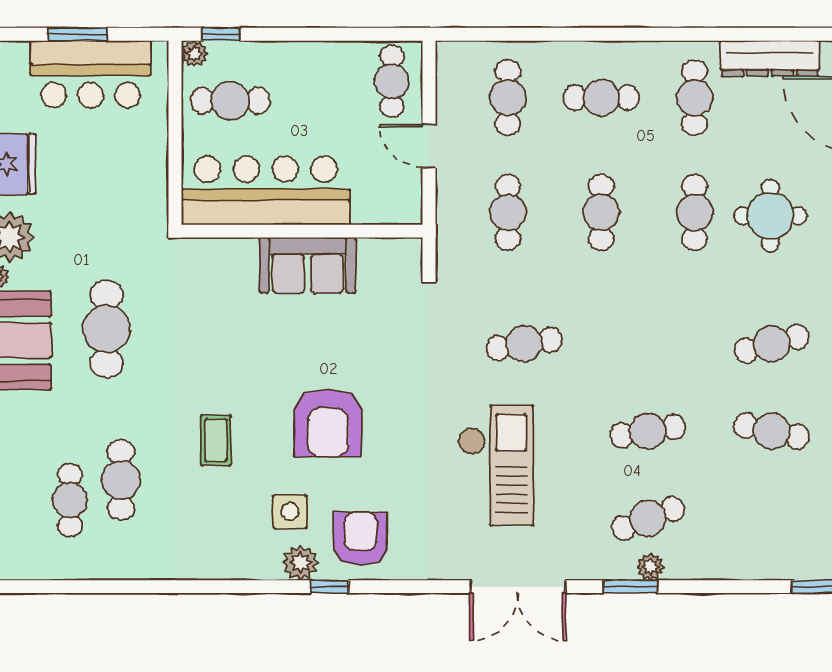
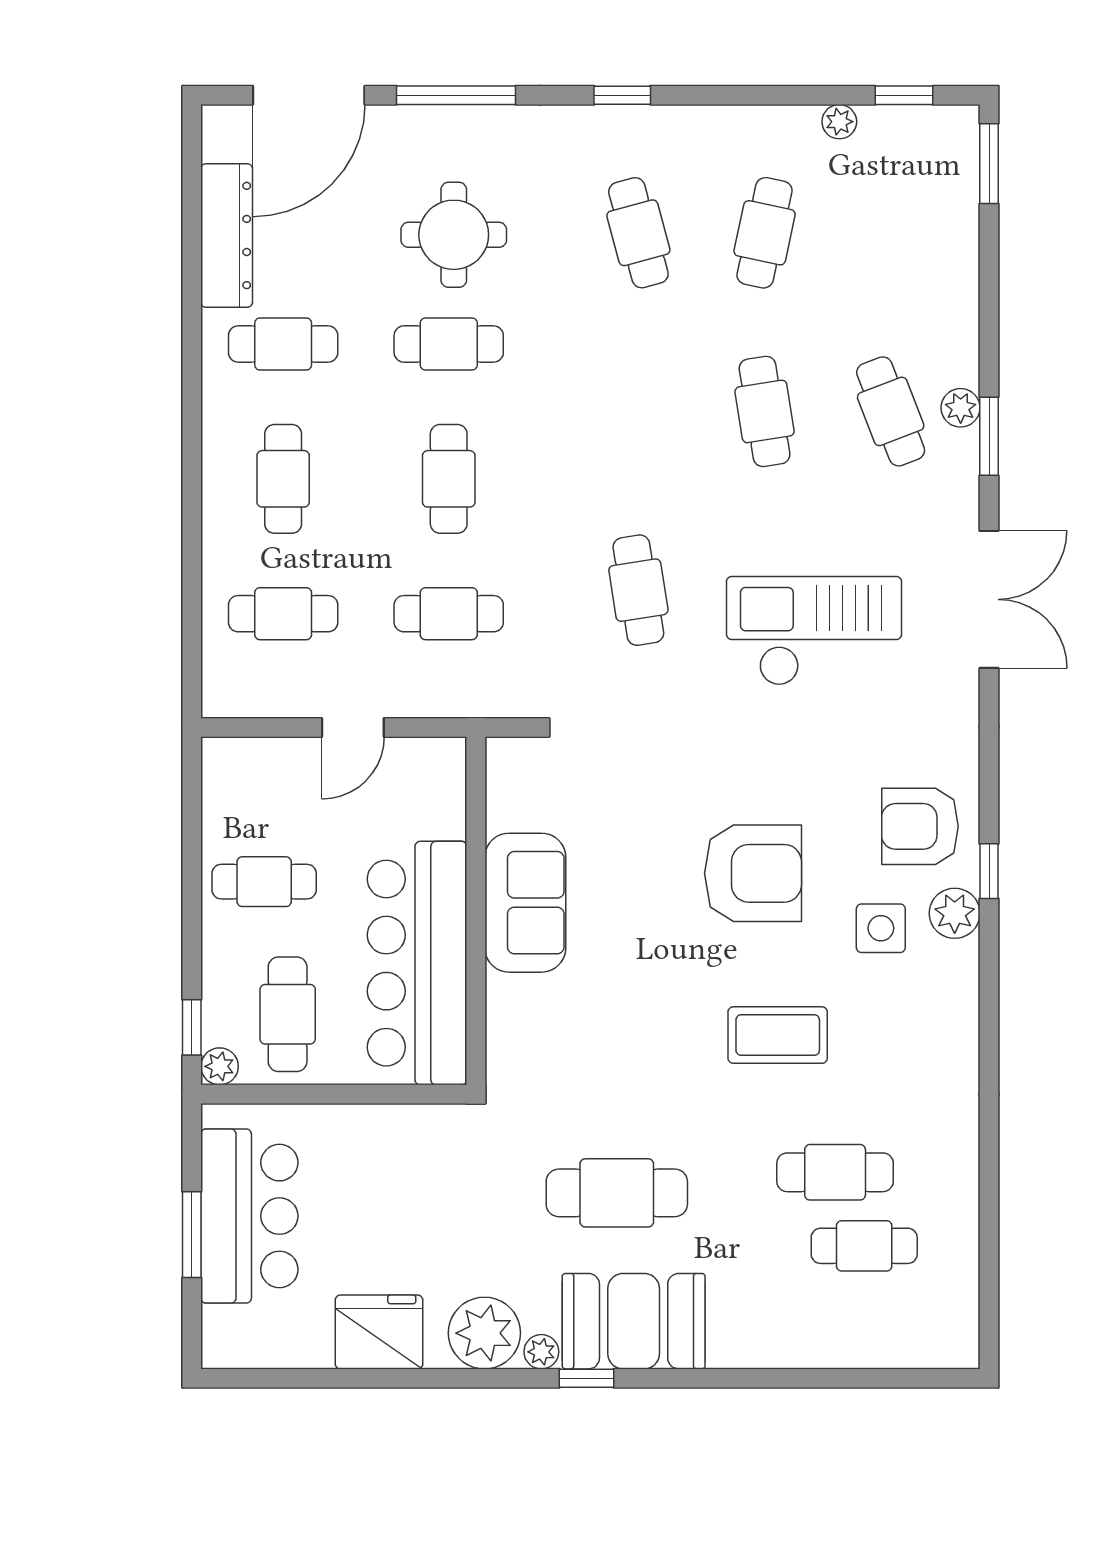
cafe table: (392, 81) -> (264, 882), moved
cafe table: (601, 212) -> (449, 479), turned 90
coffee table: (216, 440) -> (778, 1035), width x1.36, depth x1.30

